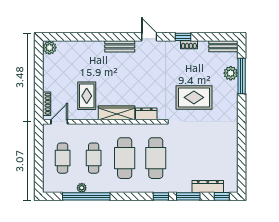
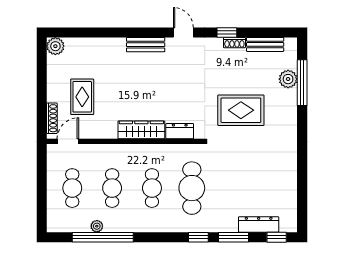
bench: (223, 46) -> (265, 44), moved
rug: (87, 96) -> (82, 97), moved
cafe table: (125, 158) -> (152, 188), width x0.73, depth x0.74

